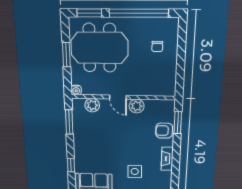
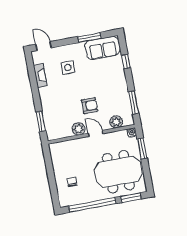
window: (66, 55) -> (142, 148), moved
armchair: (164, 131) -> (90, 106), moved
fireplace: (167, 159) -> (40, 76), moved

